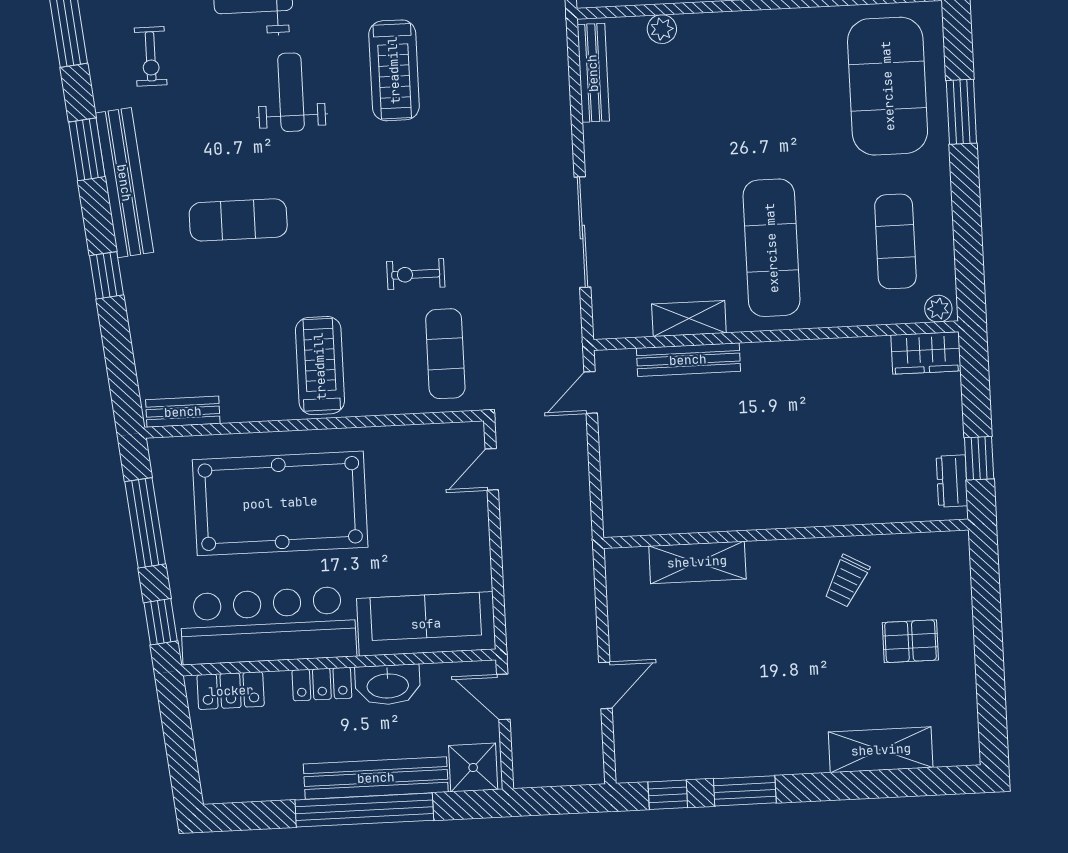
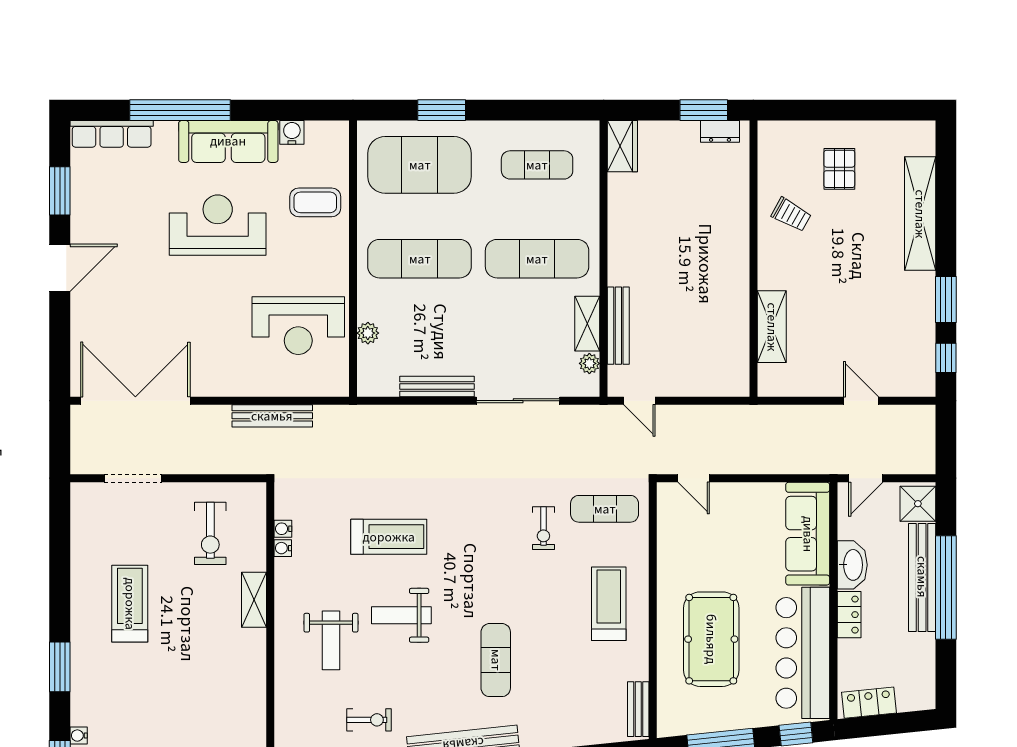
bench: (593, 73) -> (437, 386), moved
exercise mat: (764, 92) -> (420, 259), added
plant: (938, 309) -> (589, 363), moved
treadmill: (320, 366) -> (609, 604), turned 90
window: (979, 458) -> (704, 110), width x1.50
pool table: (280, 503) -> (711, 639), width x0.73, depth x0.76
locker: (231, 691) -> (869, 703), moved, turned -96
shelving: (881, 750) -> (920, 214), width x1.47

